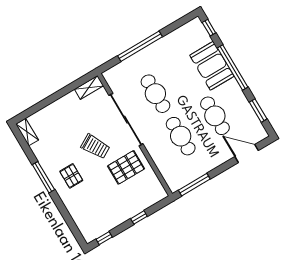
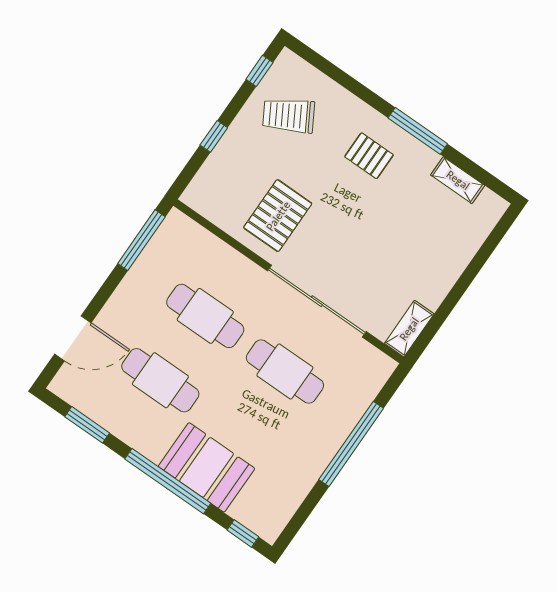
shelving: (27, 132) -> (458, 180), moved
trolley: (95, 147) -> (289, 115), moved

